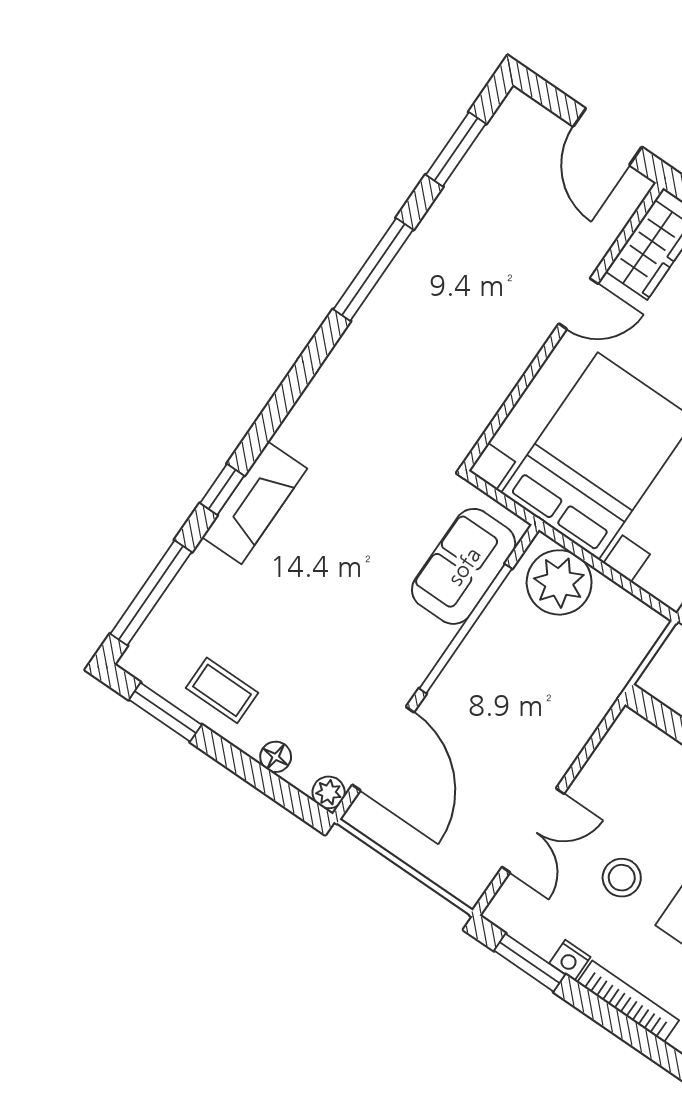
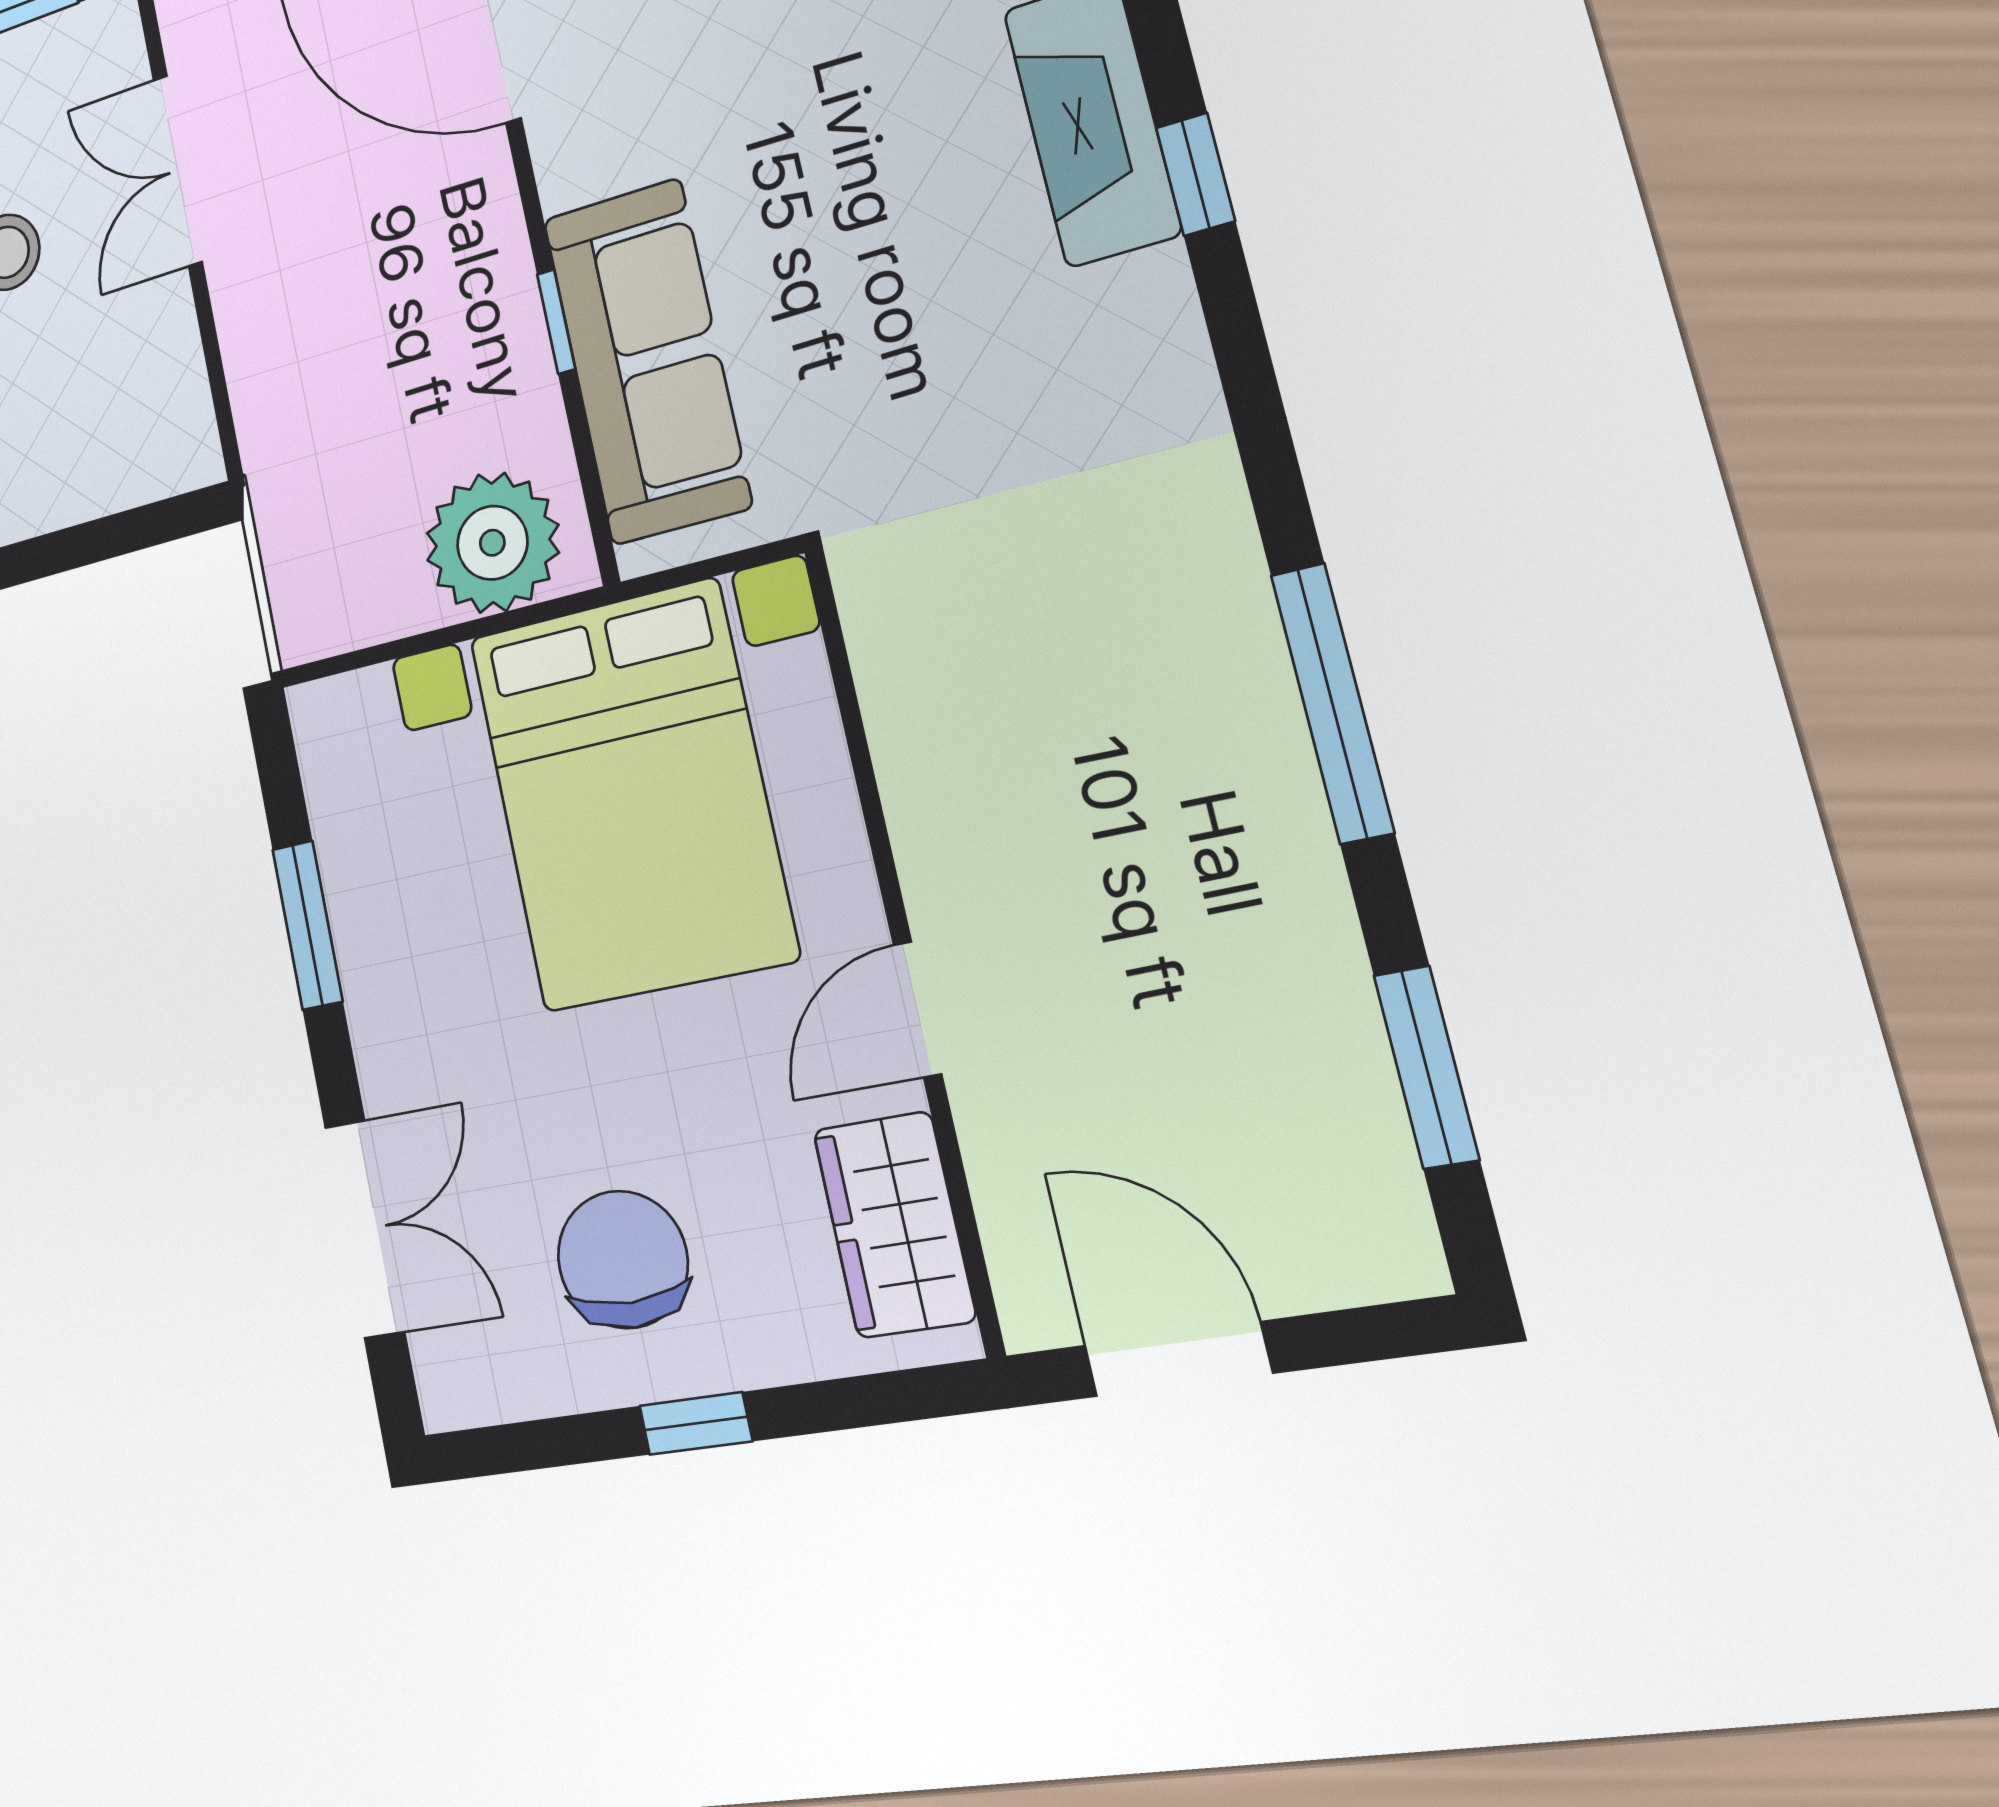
window: (222, 489) -> (1195, 174), moved
sofa: (464, 566) -> (647, 361), width x1.36
window: (466, 629) -> (556, 322), width x0.32

